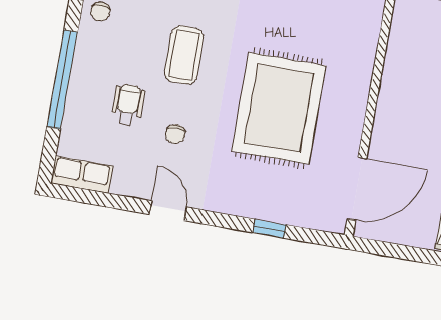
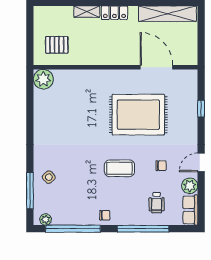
wheelchair: (128, 105) -> (157, 203), moved, turned -90
plant: (128, 181) -> (190, 186), added
door: (357, 189) -> (156, 67), moved

